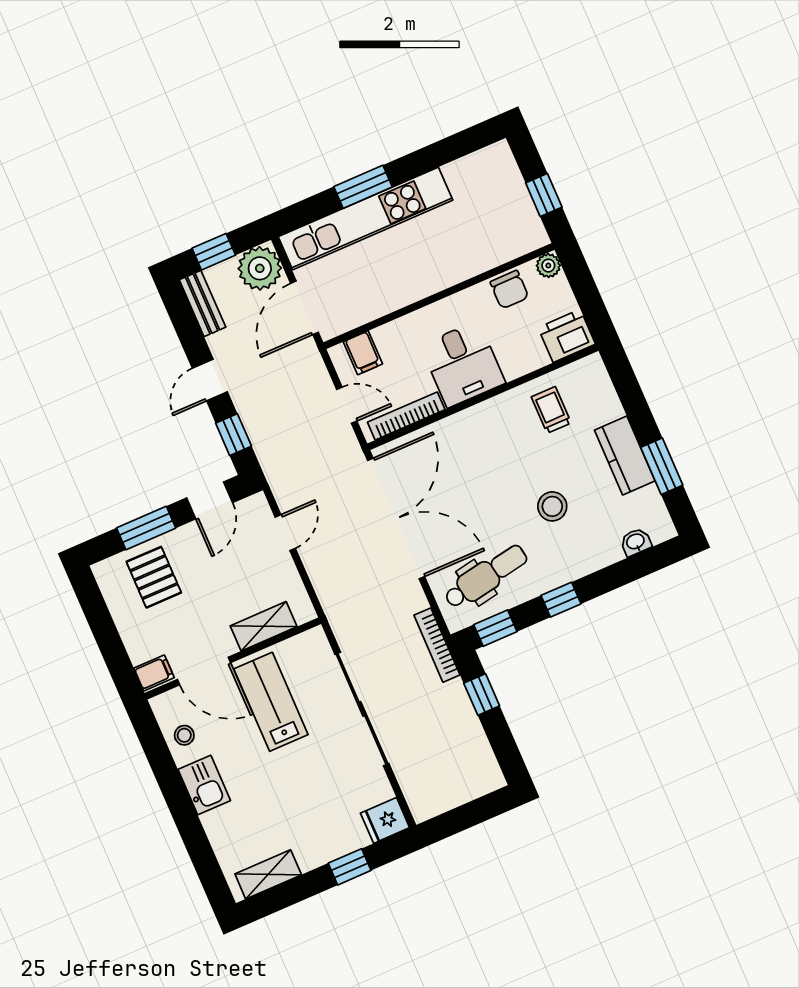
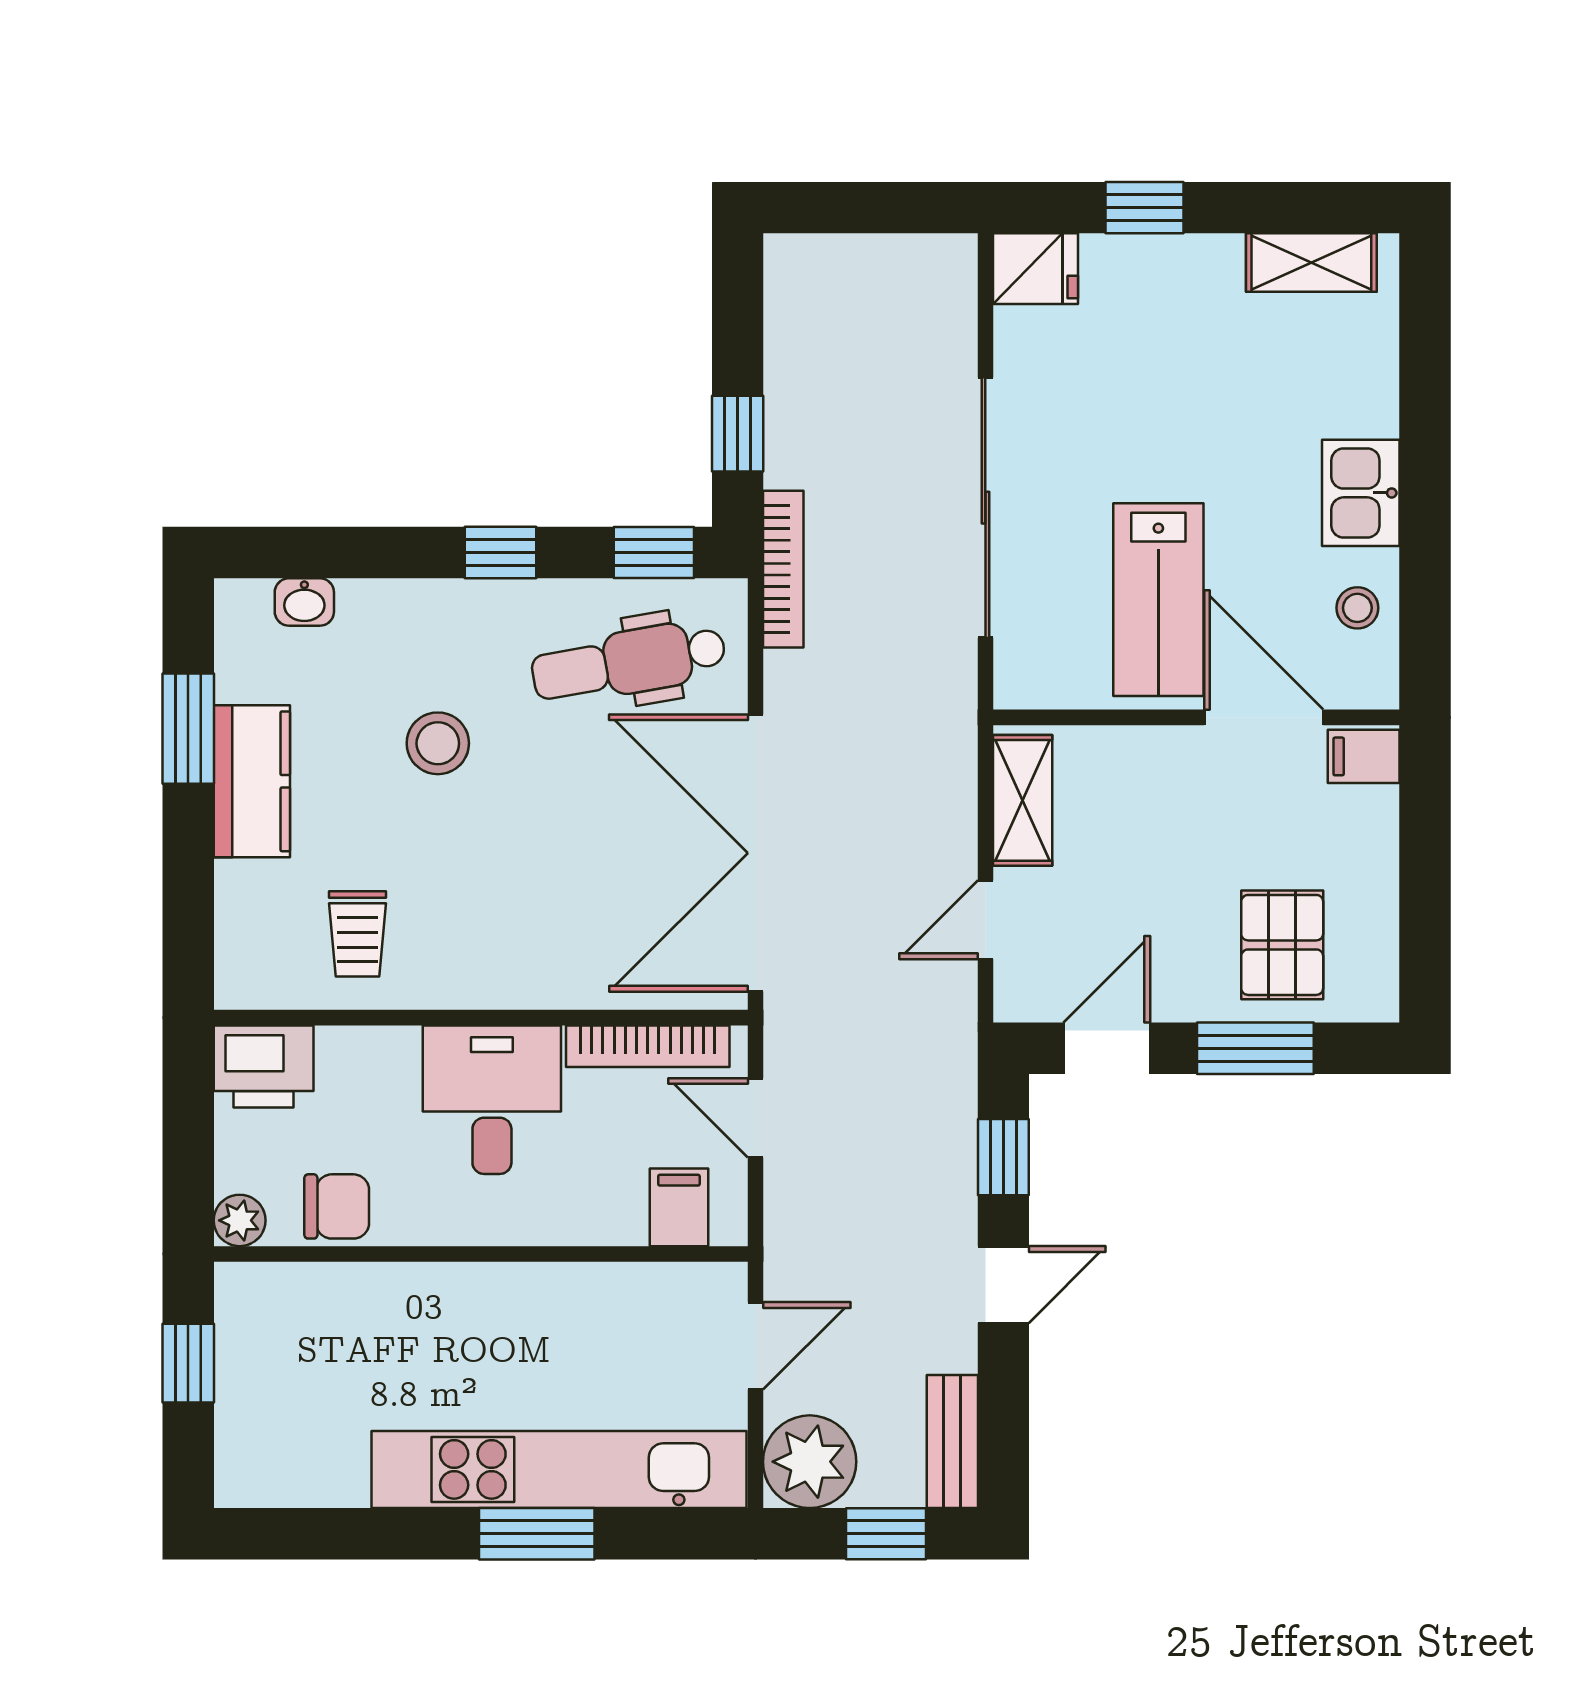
chair: (509, 290) -> (337, 1206), turned 90
door: (304, 308) -> (755, 1346), width x0.73
shelving: (264, 626) -> (1023, 800), moved, turned 90

